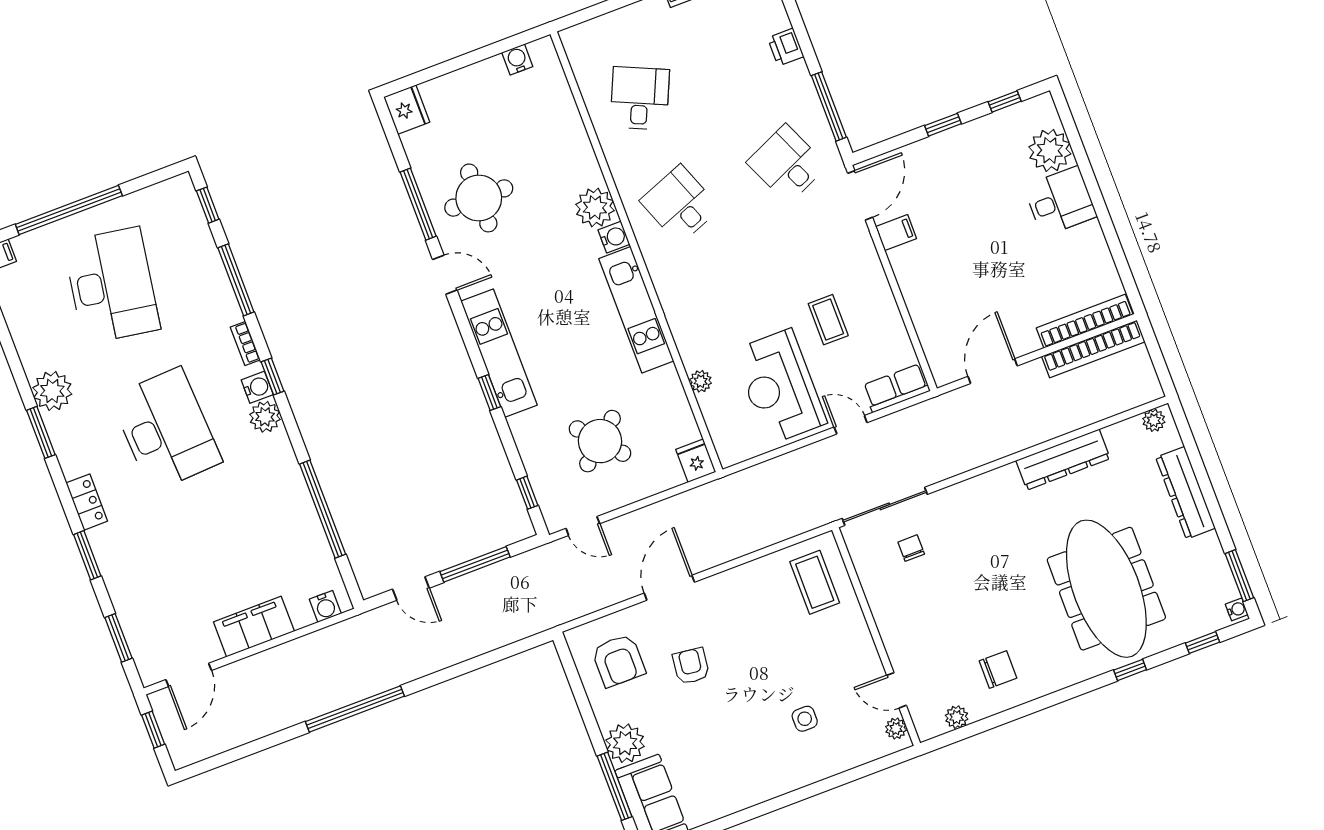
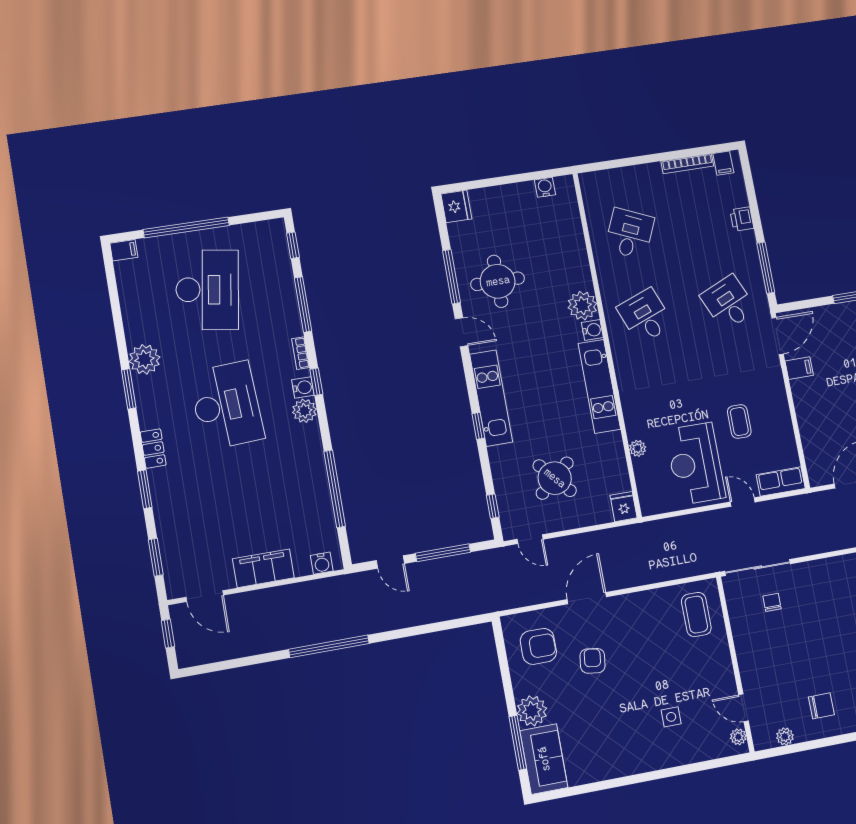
armchair: (618, 661) -> (538, 646), turned -90
door: (189, 675) -> (205, 596), hinge flipped

